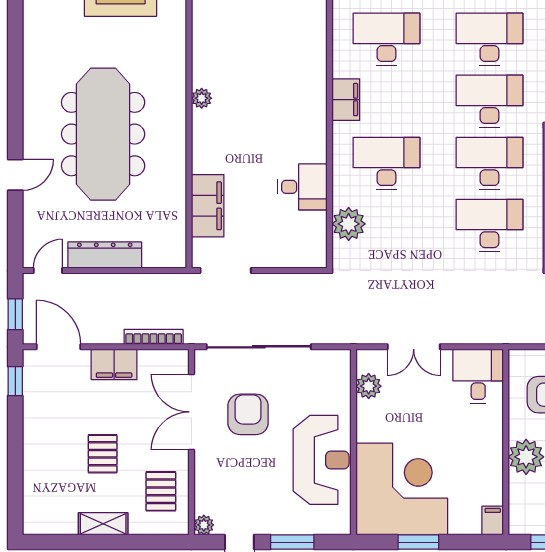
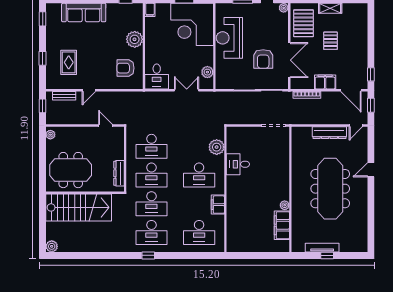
filing cabinet: (208, 206) -> (282, 225), moved
pallet: (161, 491) -> (303, 23), width x1.50, depth x1.42

